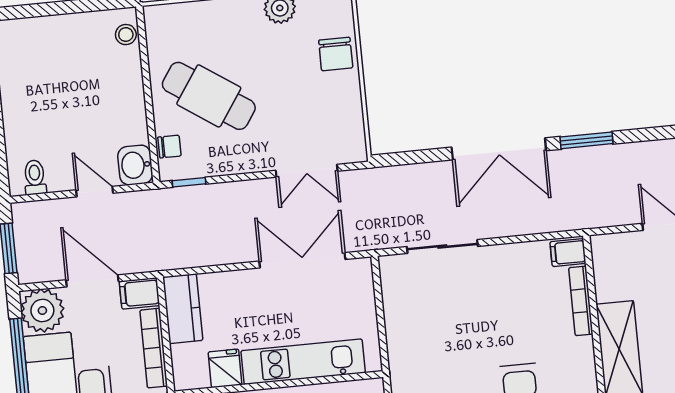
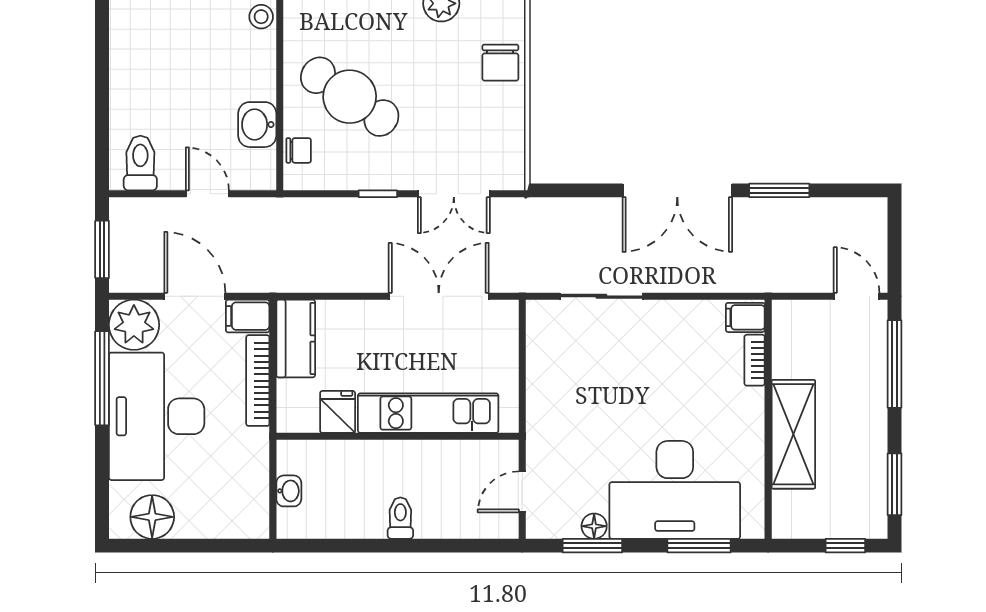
washbasin: (135, 165) -> (257, 125), moved
toilet: (35, 177) -> (140, 163), width x1.37, depth x1.39
window: (189, 182) -> (378, 194), moved
bookcase: (581, 301) -> (755, 360), width x0.64

